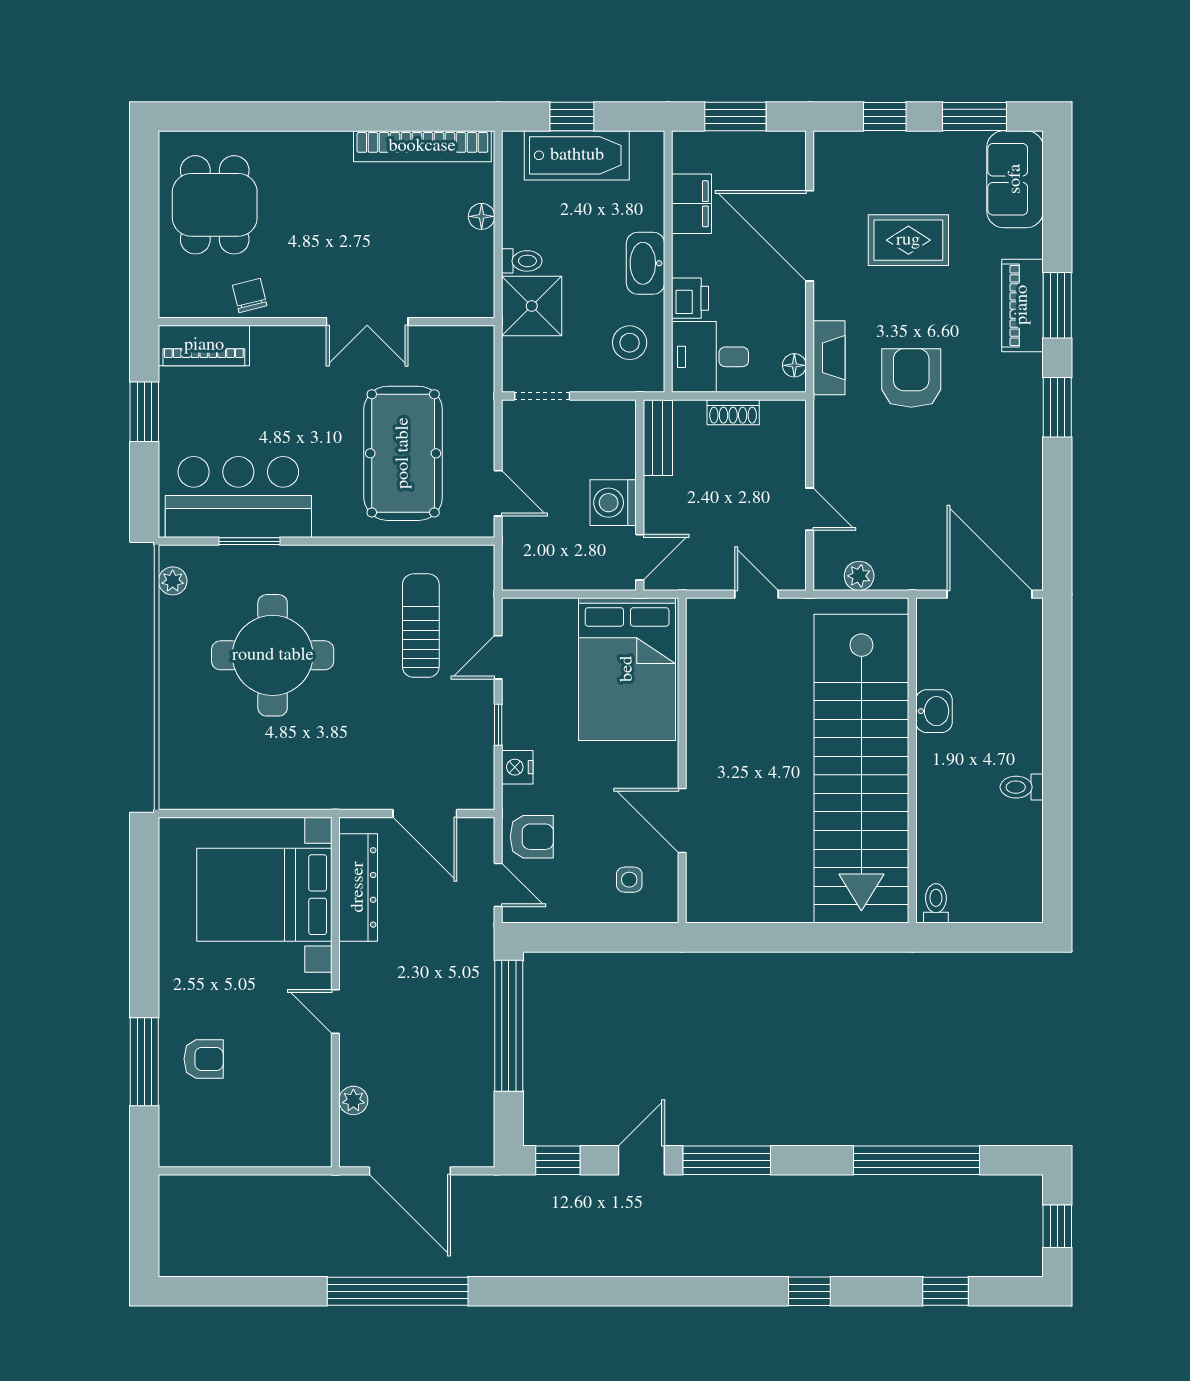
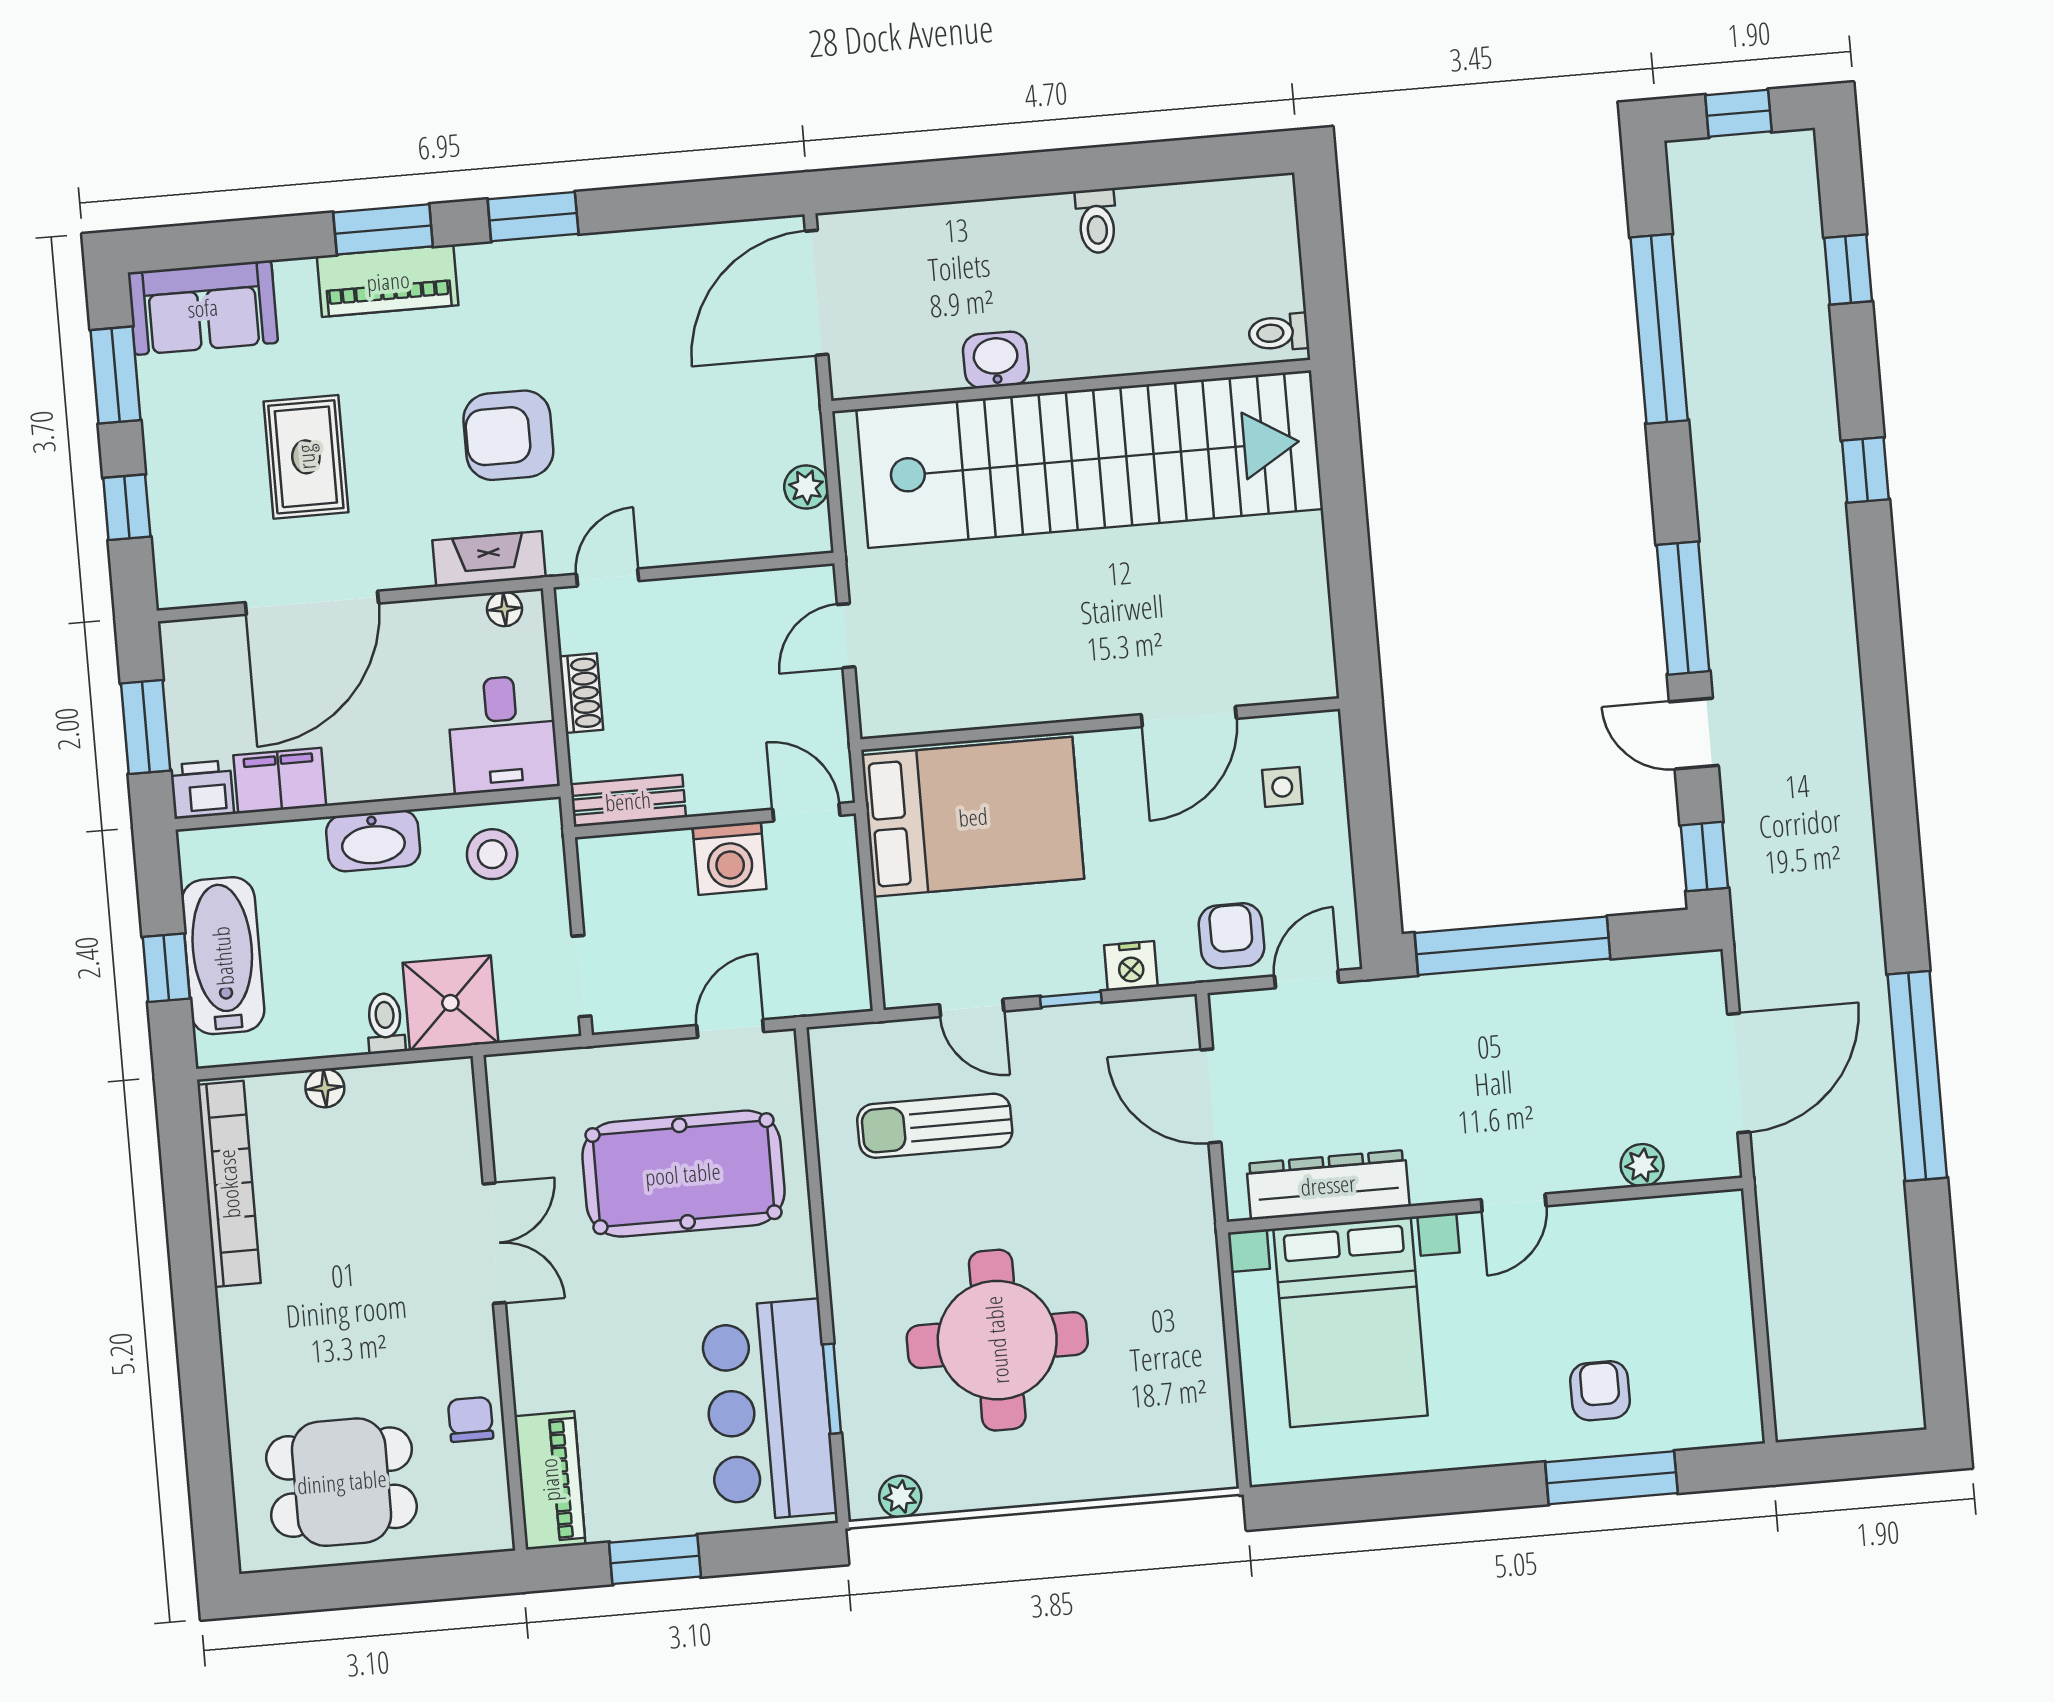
chair: (250, 296) -> (471, 1419), turned 104
printer: (690, 298) -> (202, 789), moved
door: (810, 509) -> (608, 577), moved
door: (425, 814) -> (1211, 1096), swing flipped

